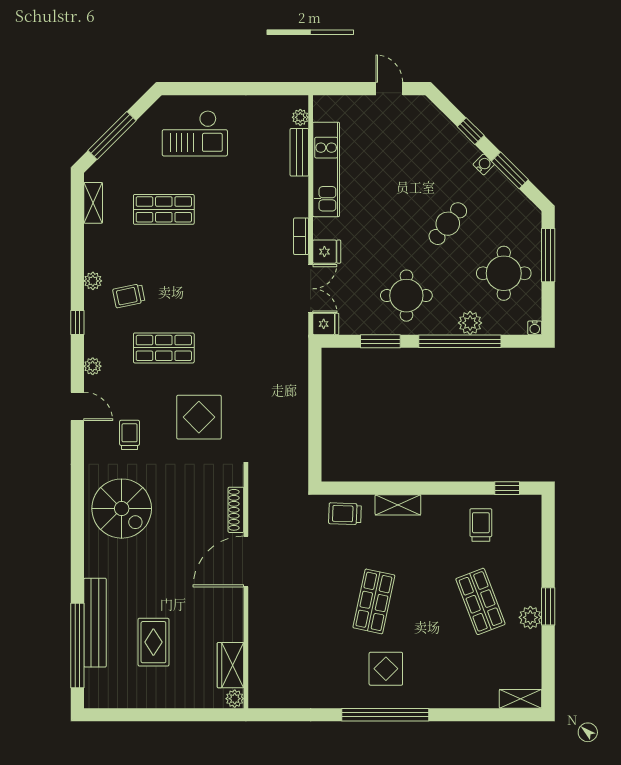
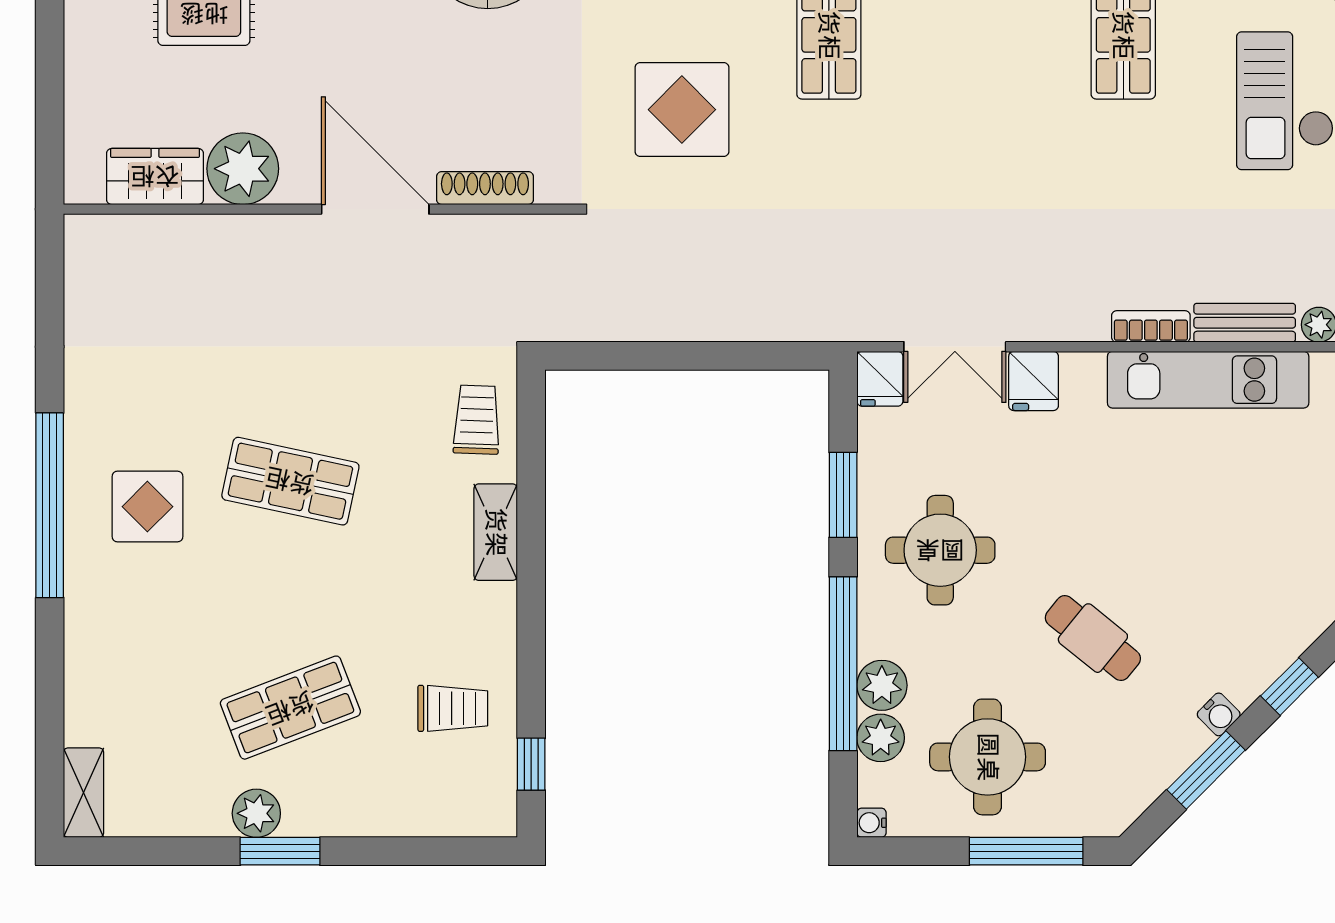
bookcase: (301, 236) -> (1151, 326), moved
plant: (495, 324) -> (881, 738), added
plant: (235, 699) -> (243, 169), moved, width x1.88, depth x1.88

